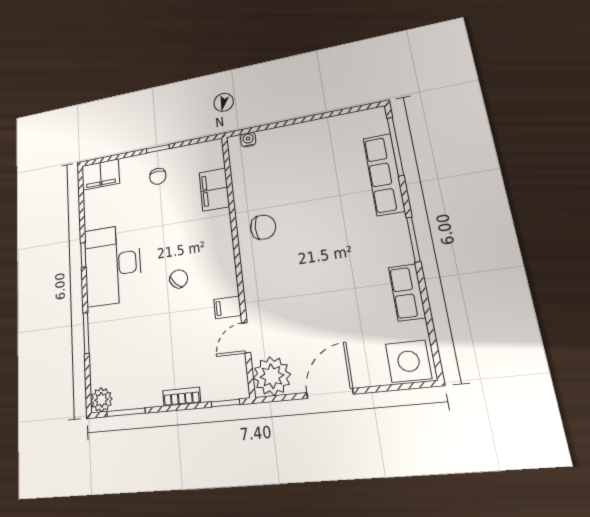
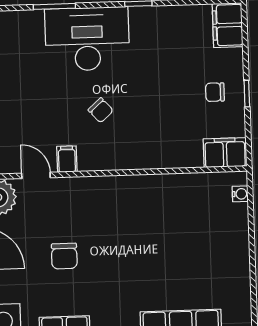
filing cabinet: (214, 190) -> (225, 153), moved
chair: (263, 227) -> (64, 256), moved
desk: (113, 265) -> (87, 39), moved

